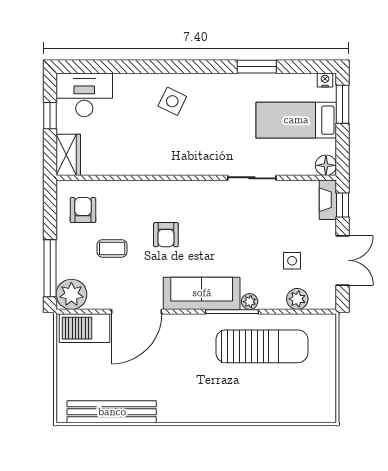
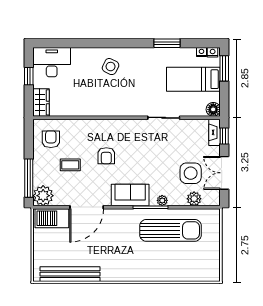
nightstand: (308, 80) -> (201, 52), added
double door: (342, 260) -> (224, 173), swing flipped
side table: (292, 261) -> (191, 173), width x1.87, depth x1.87
sofa: (202, 293) -> (130, 195), width x0.73

